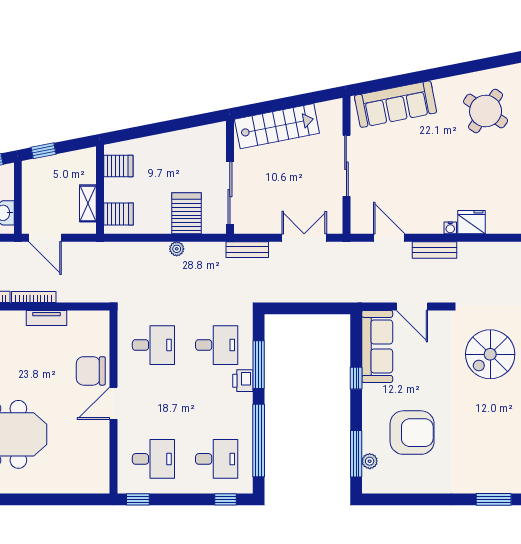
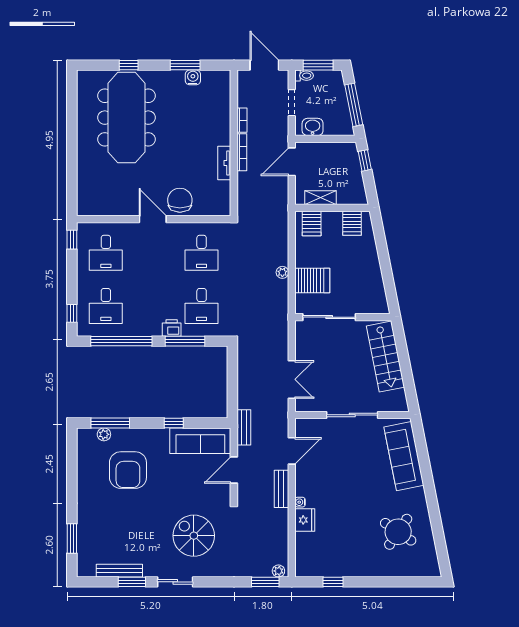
bench: (247, 250) -> (244, 427), moved

